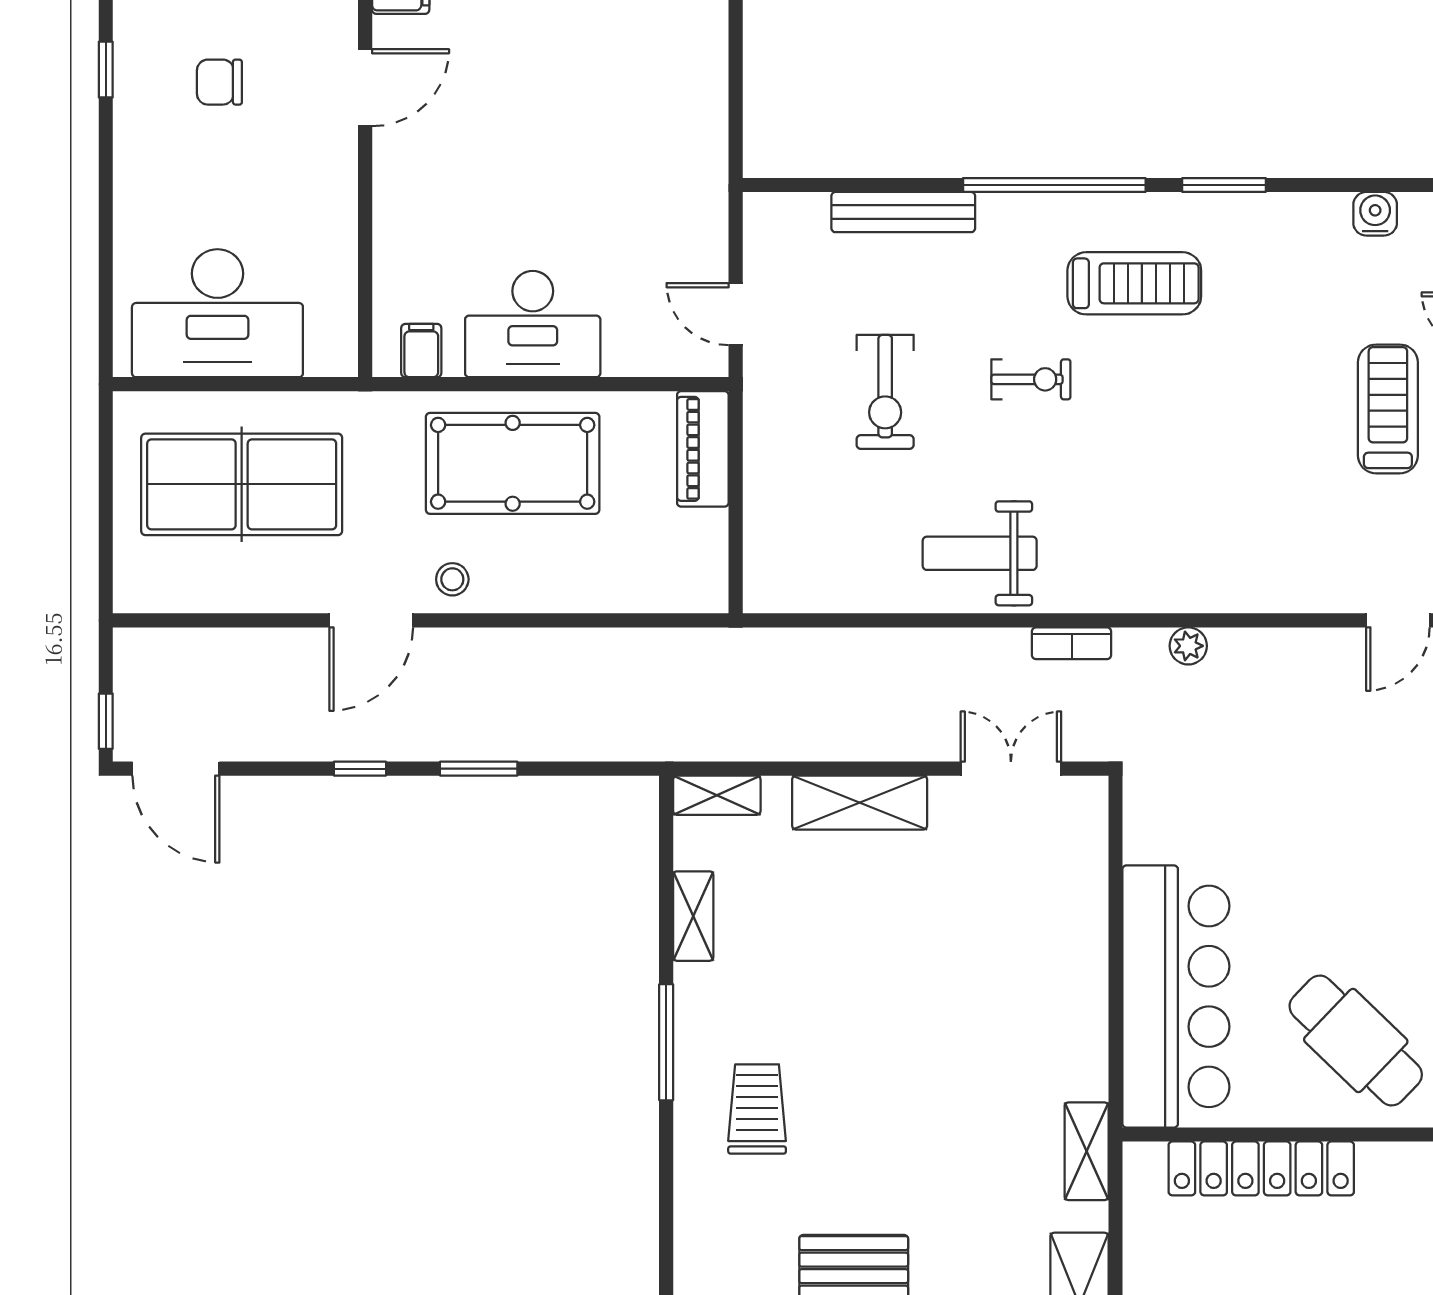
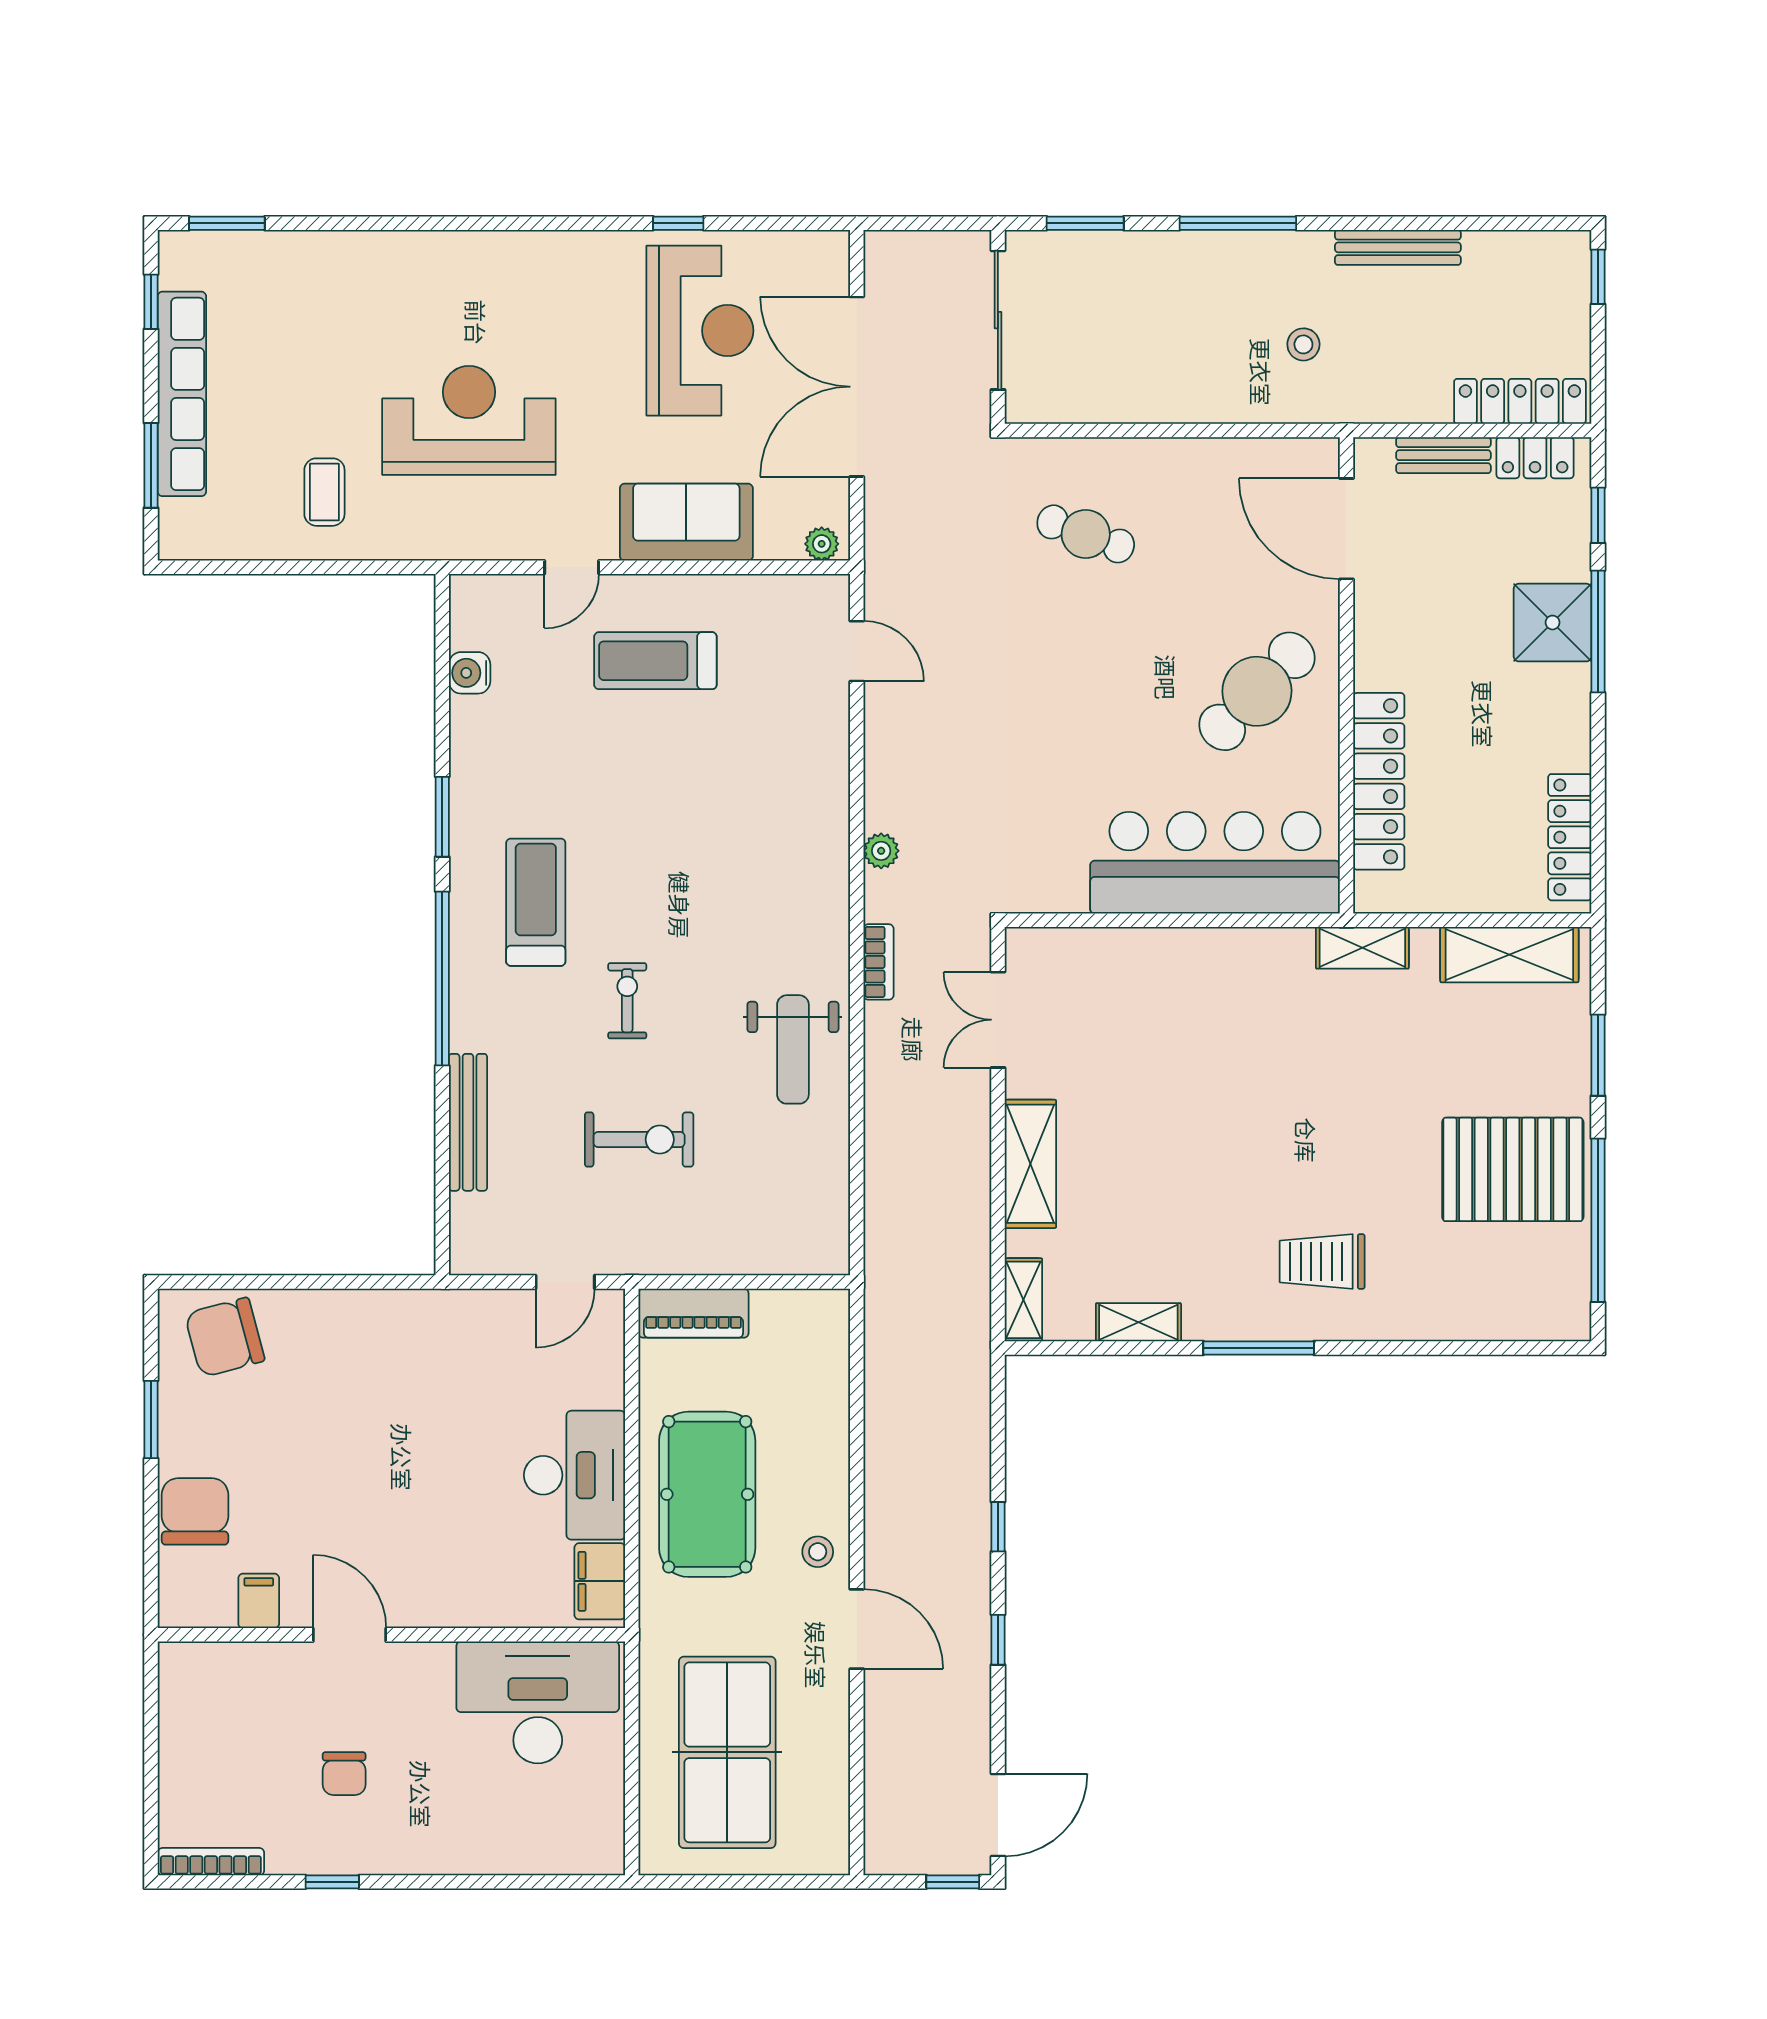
desk: (217, 313) -> (538, 1702), moved, turned -90
filing cabinet: (421, 351) -> (600, 1581), width x2.00
window: (479, 769) -> (998, 1527), width x0.67

